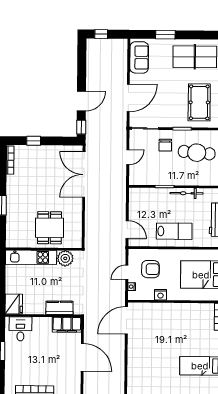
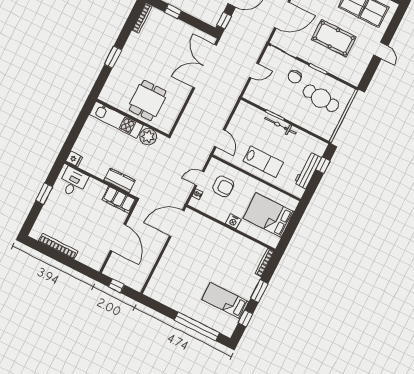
pool table: (199, 102) -> (334, 38), moved, turned 90
bicycle: (186, 193) -> (280, 126), moved
nightstand: (160, 295) -> (233, 221), moved
fridge: (14, 304) -> (74, 159), width x0.53, depth x0.75

